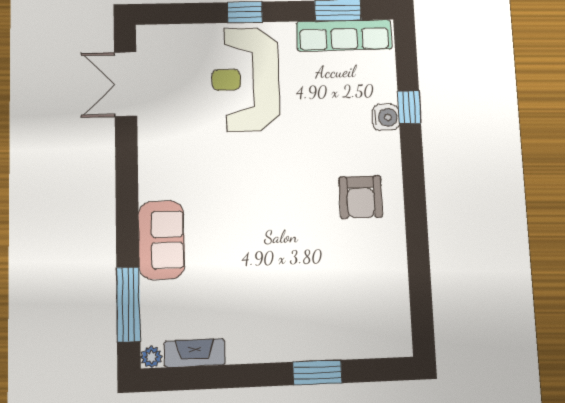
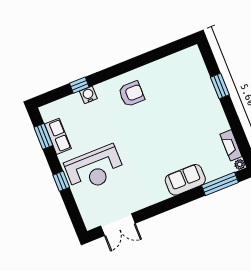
row of seats: (344, 35) -> (58, 136), width x0.68

